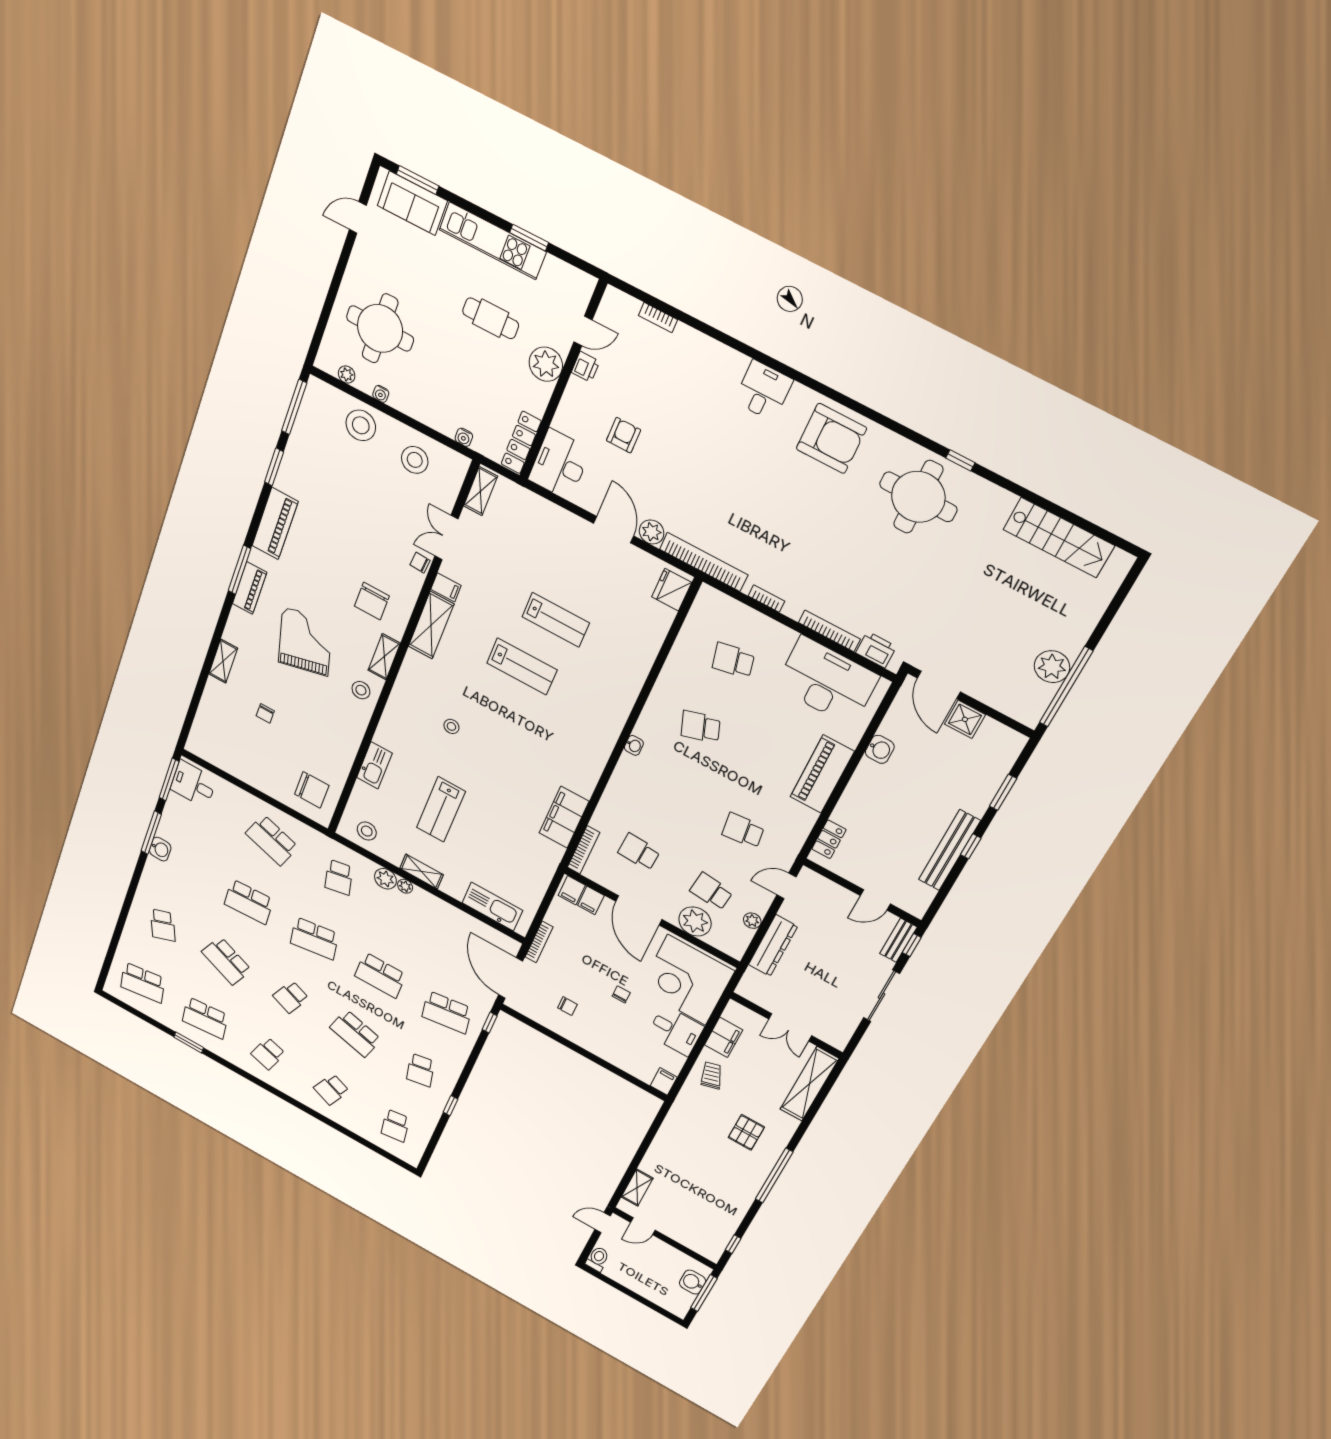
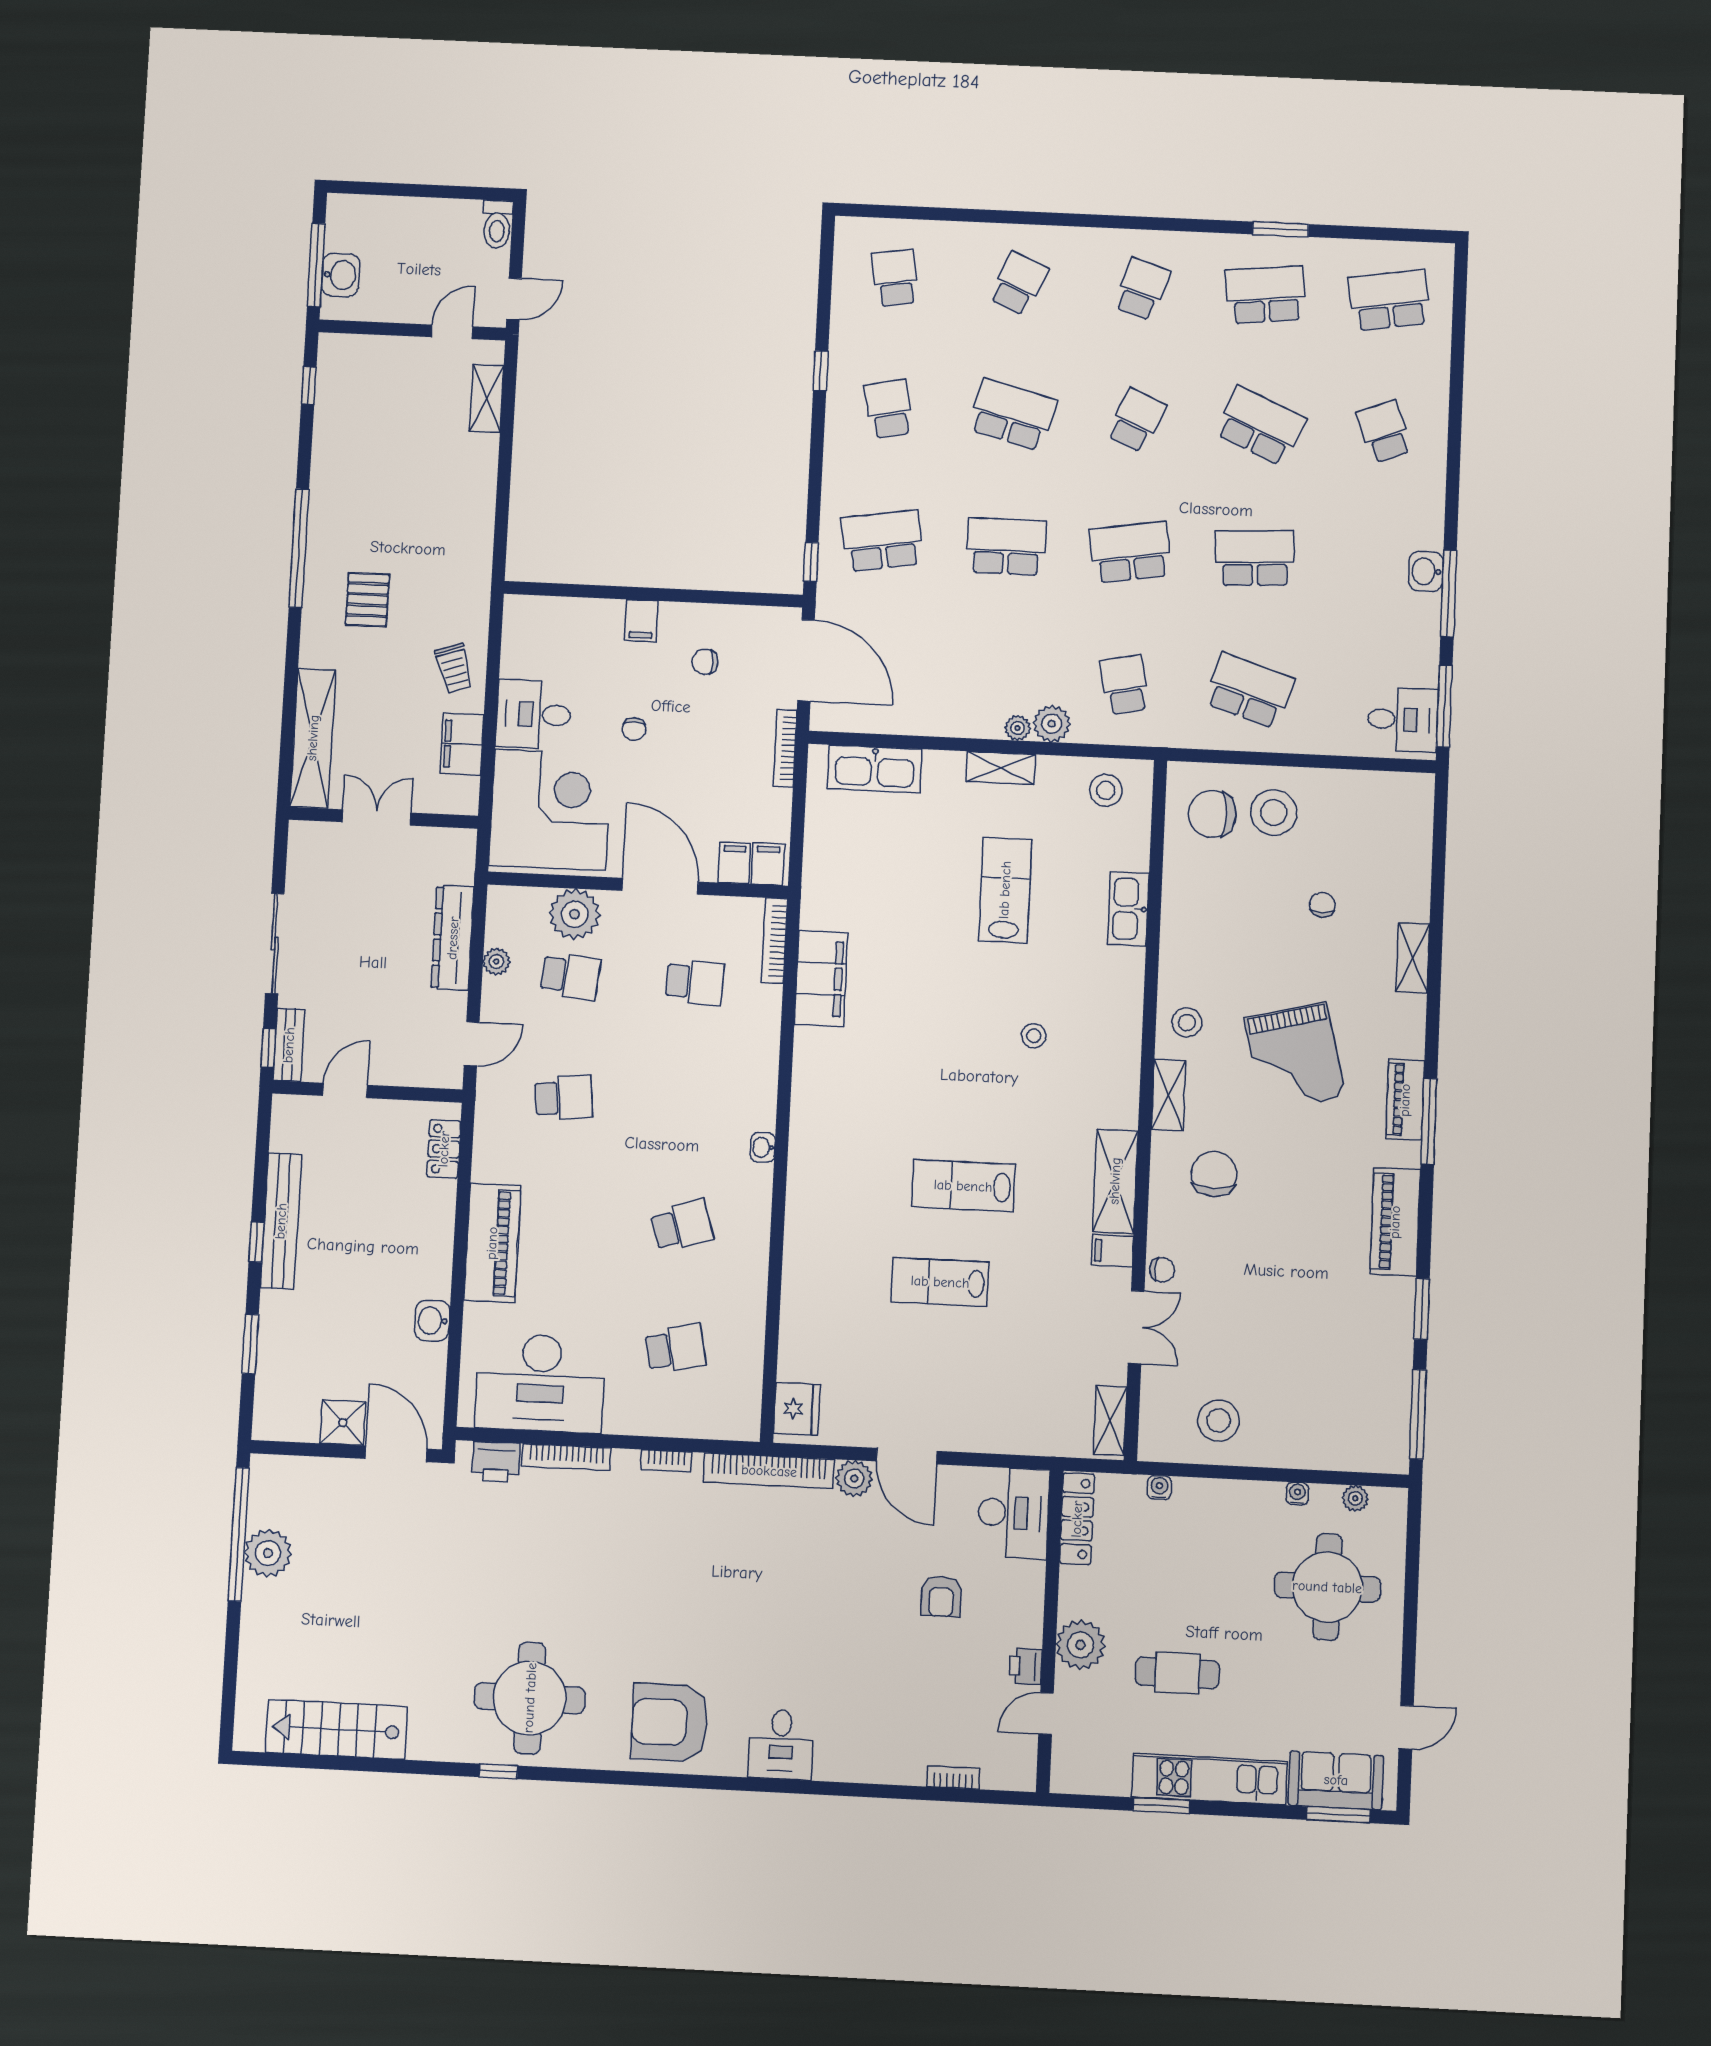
stool: (361, 425) -> (1274, 813), moved
filing cabinet: (664, 1082) -> (641, 621), moved

